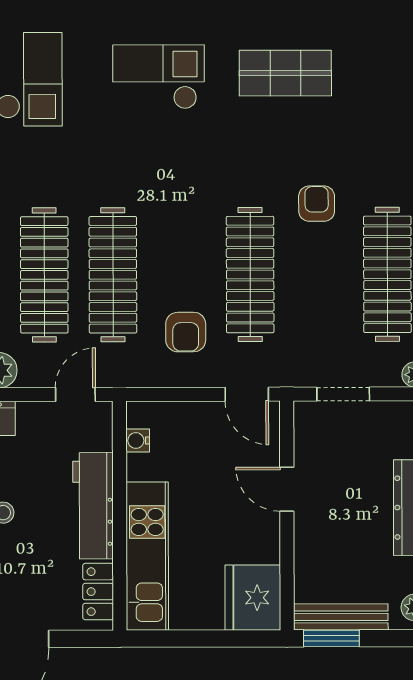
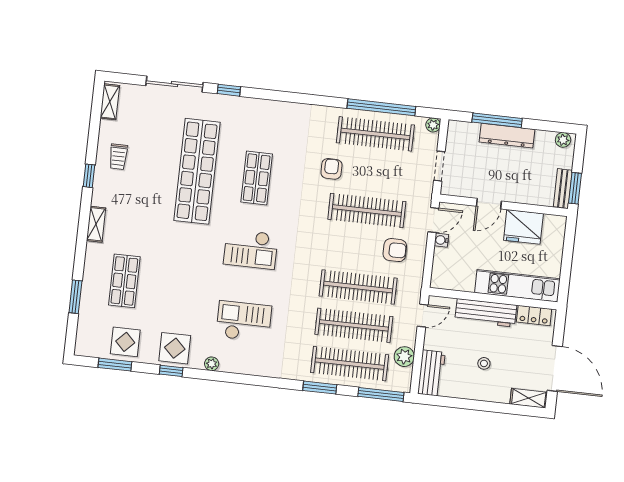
checkout: (159, 77) -> (251, 249), turned -90
armchair: (317, 204) -> (331, 169), turned 90
door: (75, 394) -> (423, 316), swing flipped
water cooler: (138, 441) -> (441, 240), moved, turned 90
fridge: (253, 598) -> (523, 227), moved
bench: (341, 617) -> (563, 189), width x0.73

